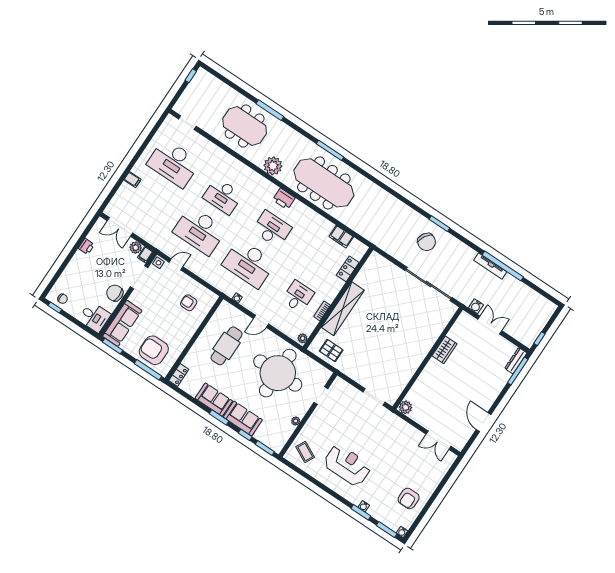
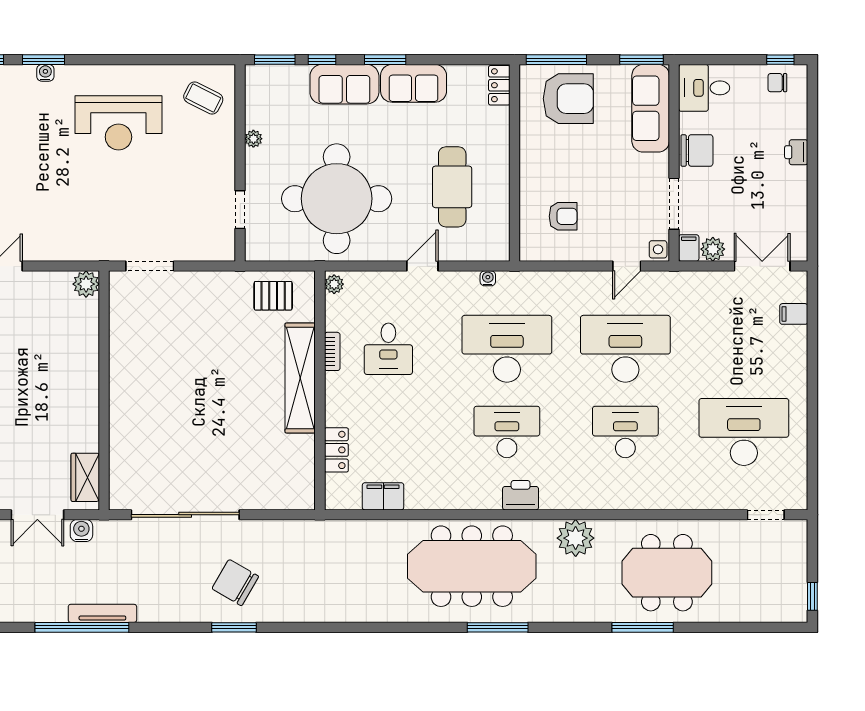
filing cabinet: (133, 180) -> (794, 314), moved
desk: (272, 229) -> (507, 432), turned 180
printer: (86, 246) -> (796, 152), moved
wardrobe: (445, 350) -> (85, 477), moved

